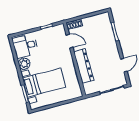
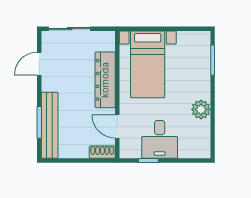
bench: (108, 31) -> (50, 125), added
desk: (25, 46) -> (160, 139), moved, turned 90
bed with nightstands: (44, 83) -> (148, 64), moved, turned -90

